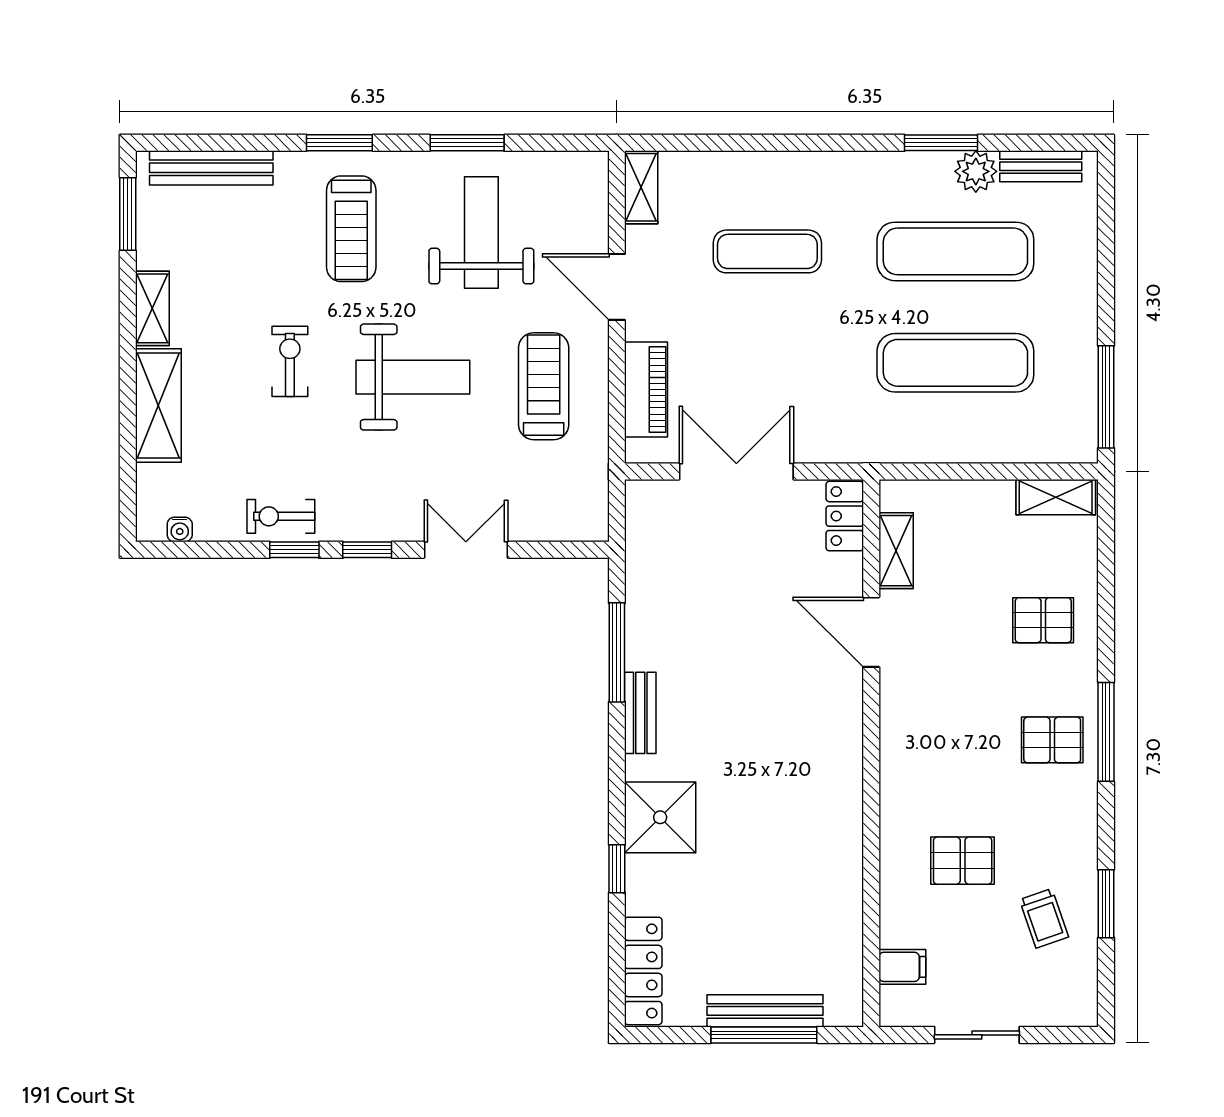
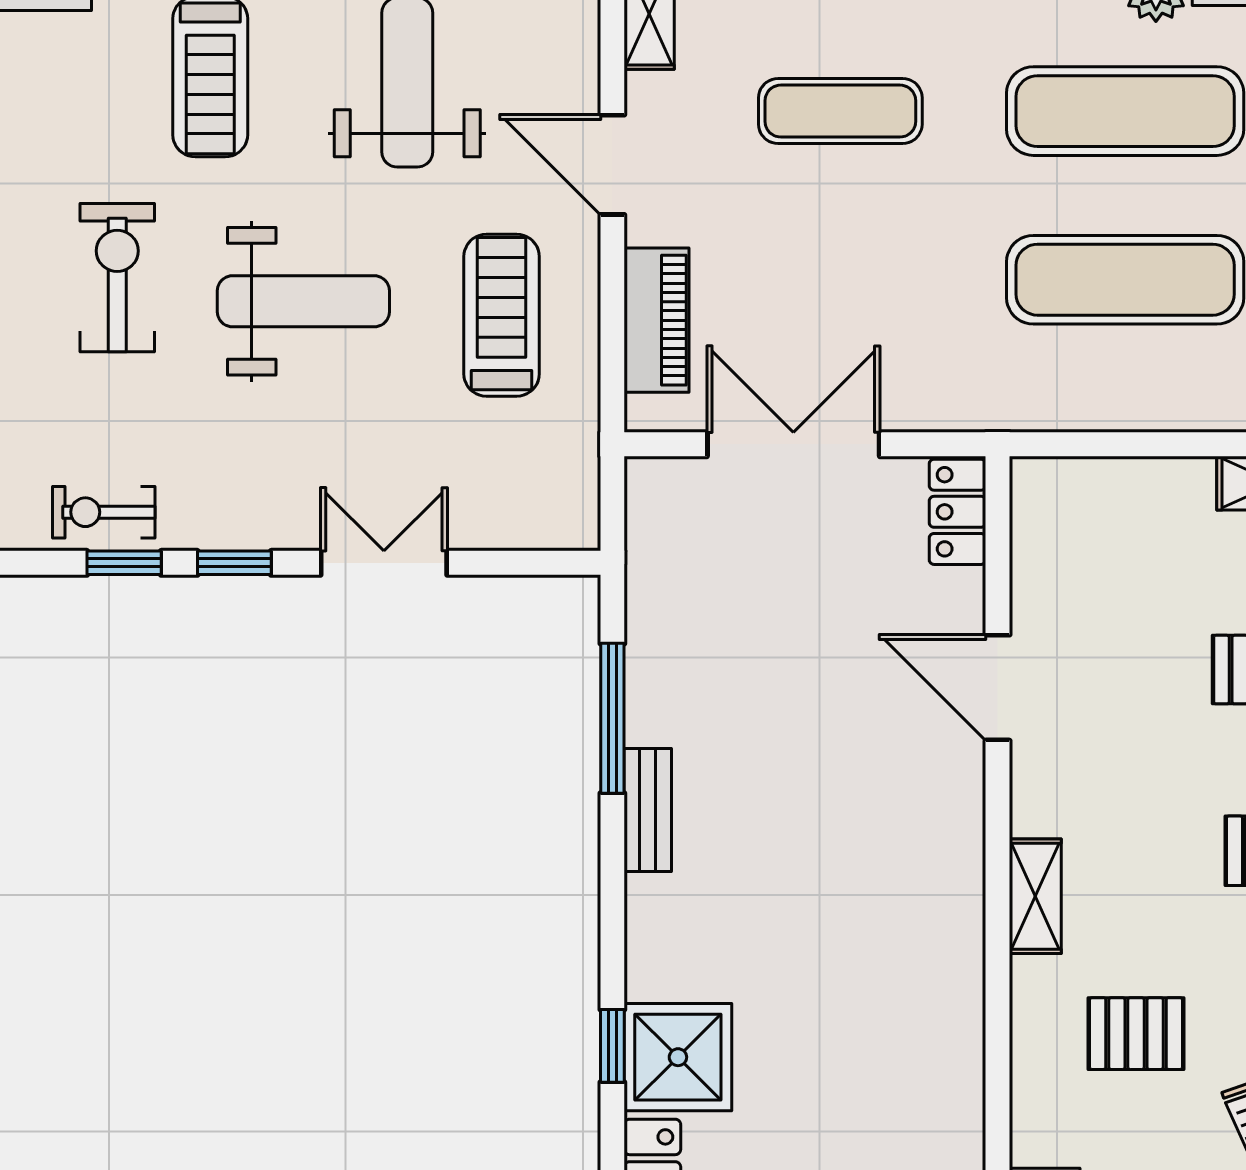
exercise bike: (290, 361) -> (117, 278), width x1.38, depth x1.39
shelving: (896, 551) -> (1035, 896), moved
shower: (660, 817) -> (678, 1057), moved

